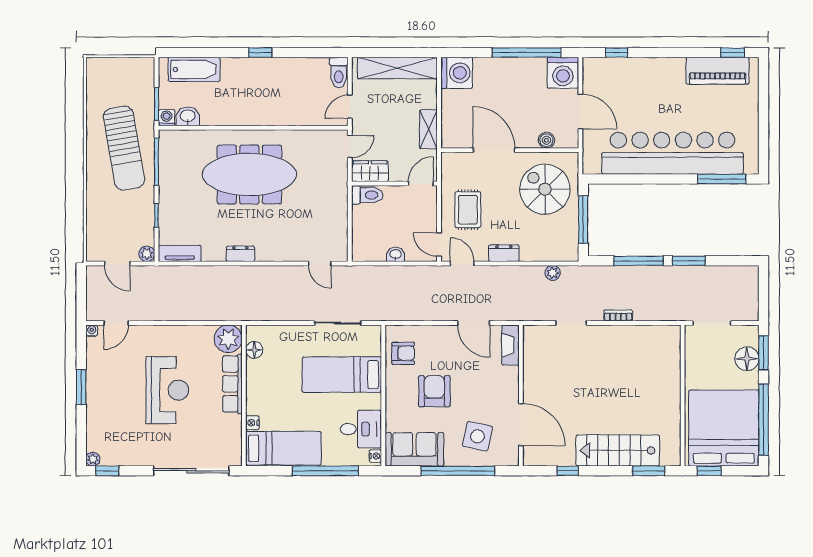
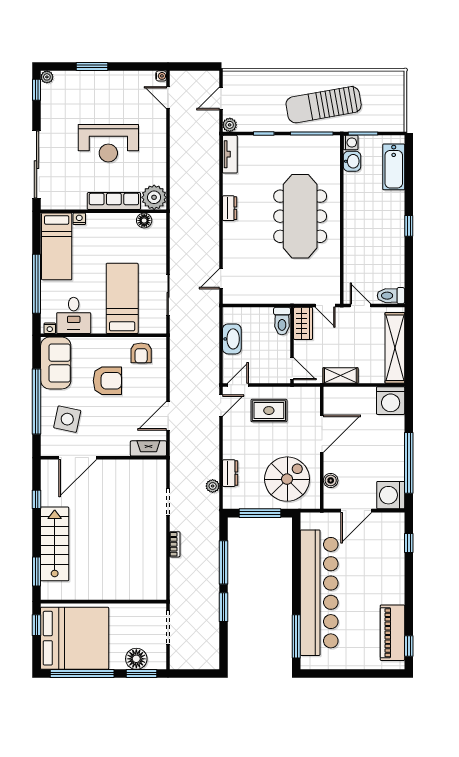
dresser: (504, 253) -> (230, 473), moved
washbasin: (395, 255) -> (232, 339), width x1.91, depth x1.45
window: (81, 387) -> (92, 67), moved

